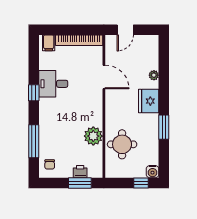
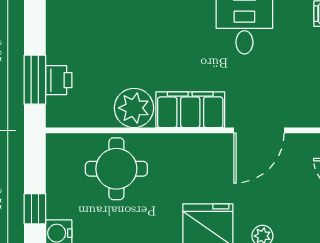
filing cabinet: (94, 109) -> (190, 110), added
chair: (50, 164) -> (74, 16), removed

